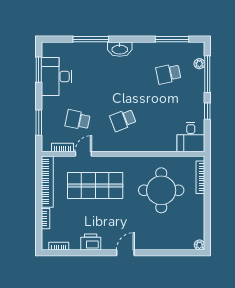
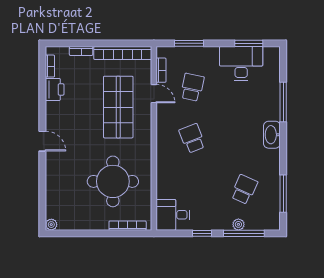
plant: (199, 64) -> (238, 224), moved
school desk: (168, 74) -> (244, 189), turned 36
printer: (91, 242) -> (55, 89), moved

